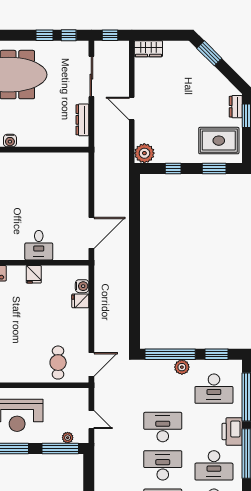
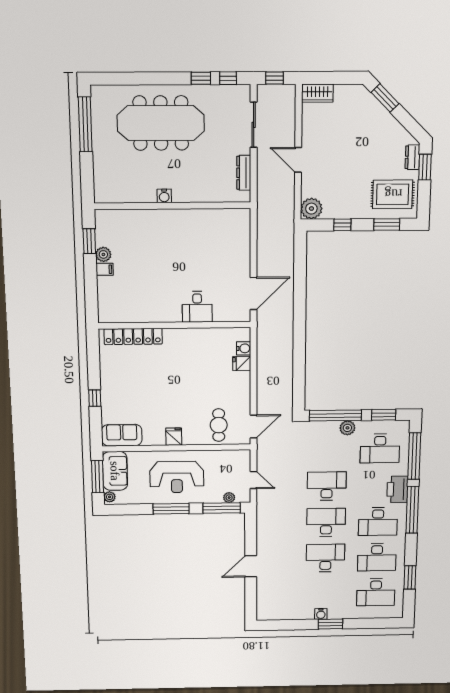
fridge: (34, 274) -> (174, 437), moved, turned 180

